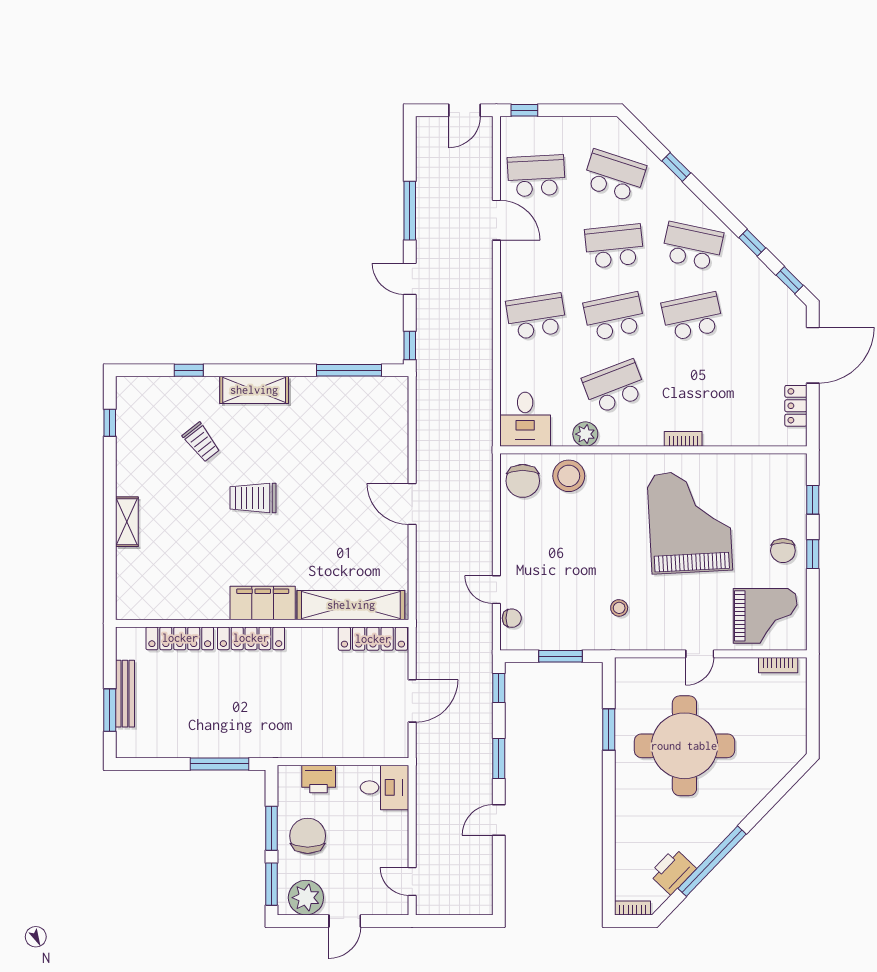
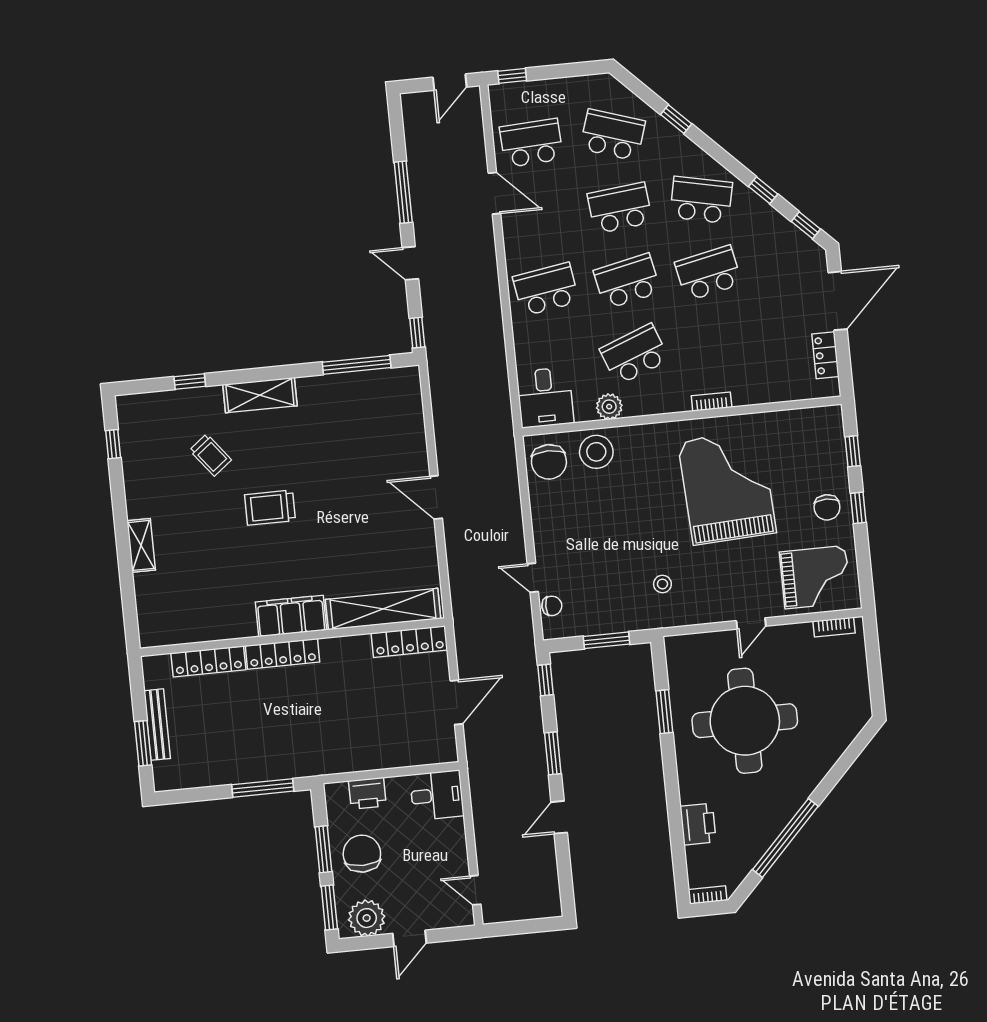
printer: (673, 871) -> (698, 824), moved, turned 136

